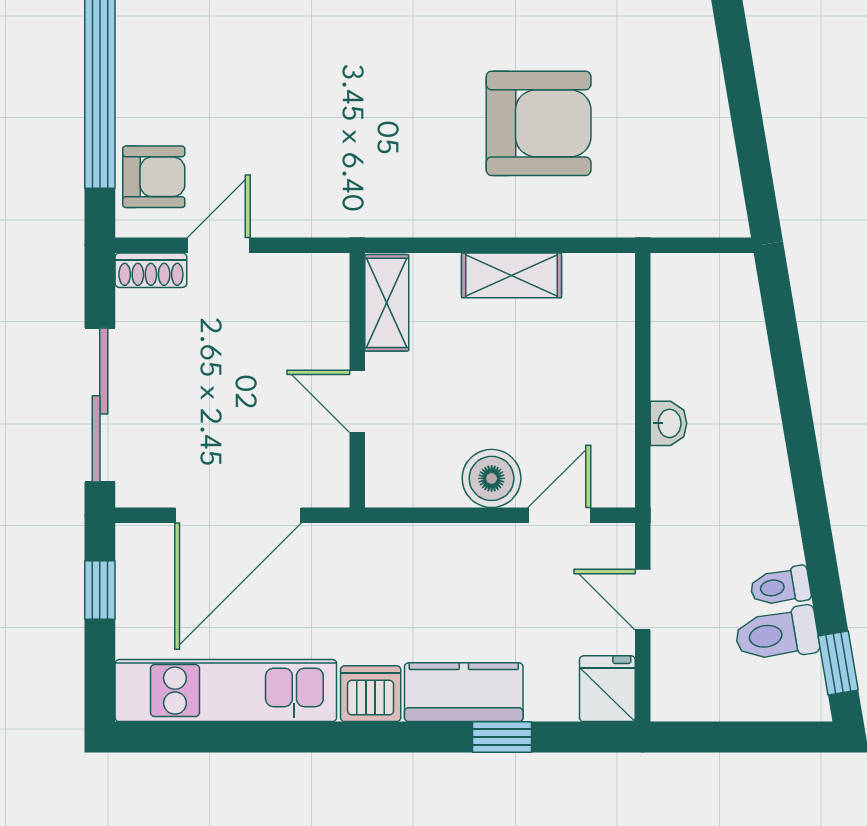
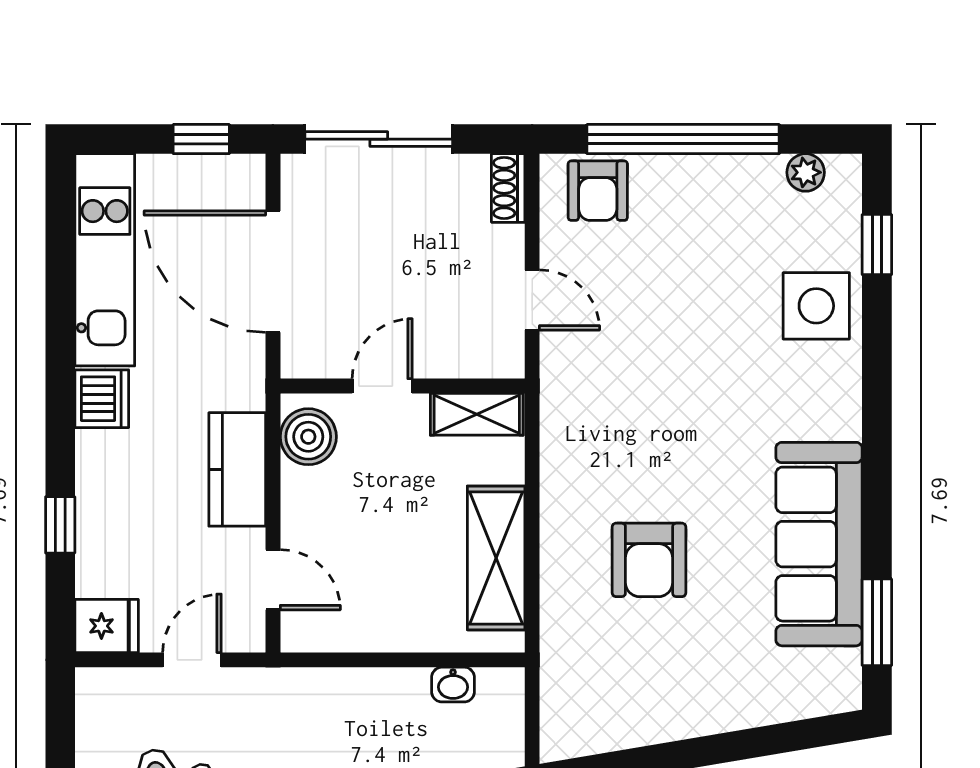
armchair: (539, 123) -> (649, 560), width x0.73, depth x0.73
door: (219, 245) -> (532, 300), moved
shelving: (511, 275) -> (496, 558), width x1.50, depth x1.33
washbasin: (668, 423) -> (453, 685), moved
boiler: (492, 478) -> (308, 437), moved
kitchen counter: (464, 692) -> (237, 469), moved, turned 180

